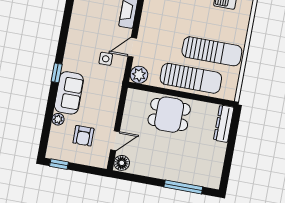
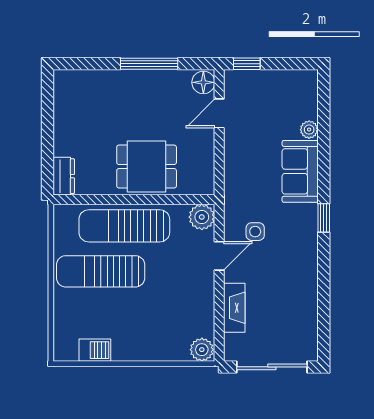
window: (57, 73) -> (324, 218), moved
dresser: (224, 124) -> (64, 176), width x0.70
armchair: (83, 136) -> (267, 112), removed
window: (59, 164) -> (247, 64), moved
window: (183, 187) -> (149, 64), moved

